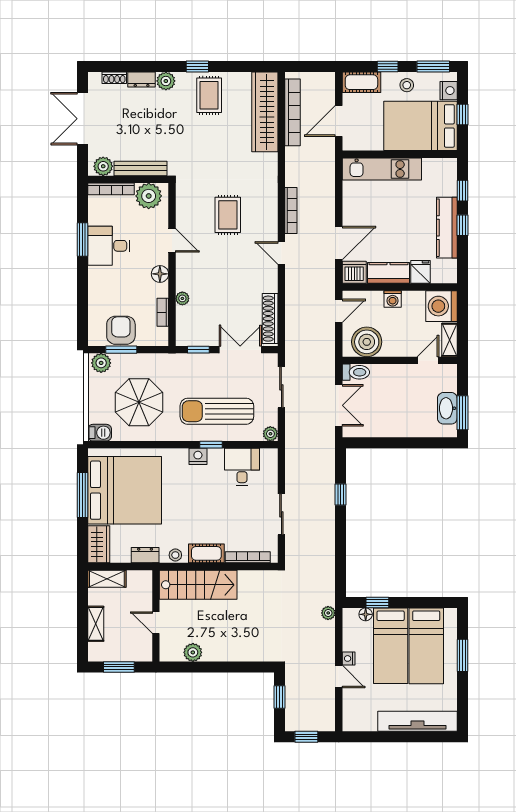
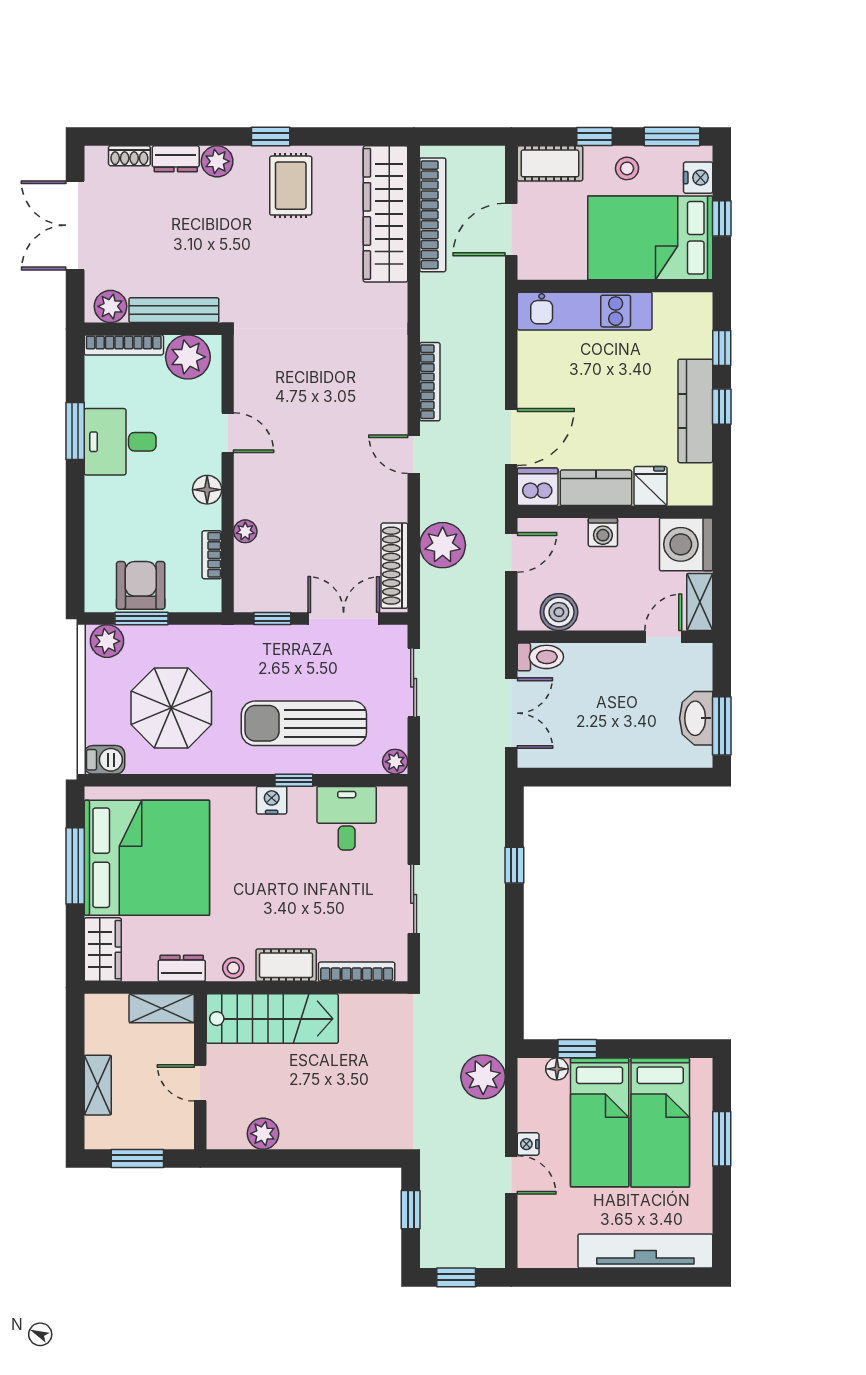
rug: (228, 215) -> (323, 389), removed
plant: (298, 307) -> (443, 545), added
boiler: (367, 342) -> (559, 612), width x0.73, depth x0.73
shelving: (107, 579) -> (162, 1008), moved
plant: (328, 613) -> (483, 1077), width x1.88, depth x1.88

